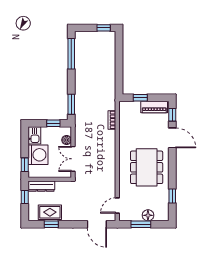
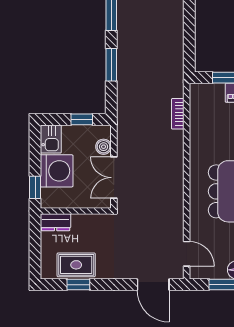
window: (71, 104) -> (111, 65), moved
dresser: (41, 186) -> (56, 222), width x0.70
window: (25, 197) -> (35, 240), removed
door: (117, 205) -> (187, 254), swing flipped

